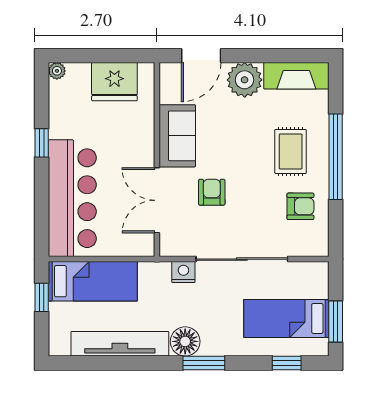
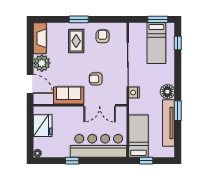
rug: (291, 151) -> (76, 41), turned 90
window: (336, 157) -> (79, 19), width x0.47
window: (204, 363) -> (178, 111), moved

